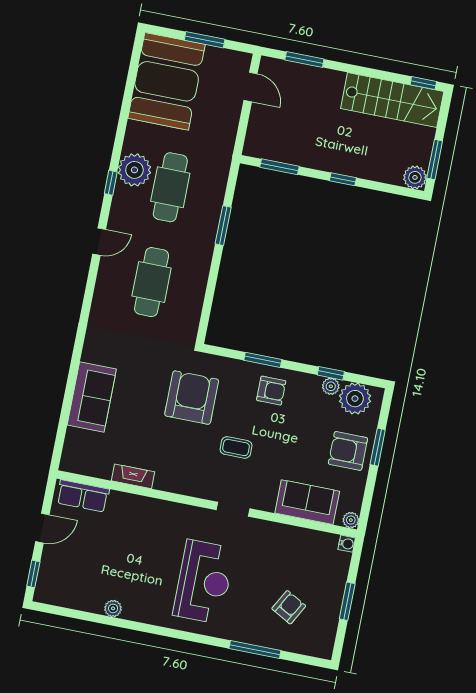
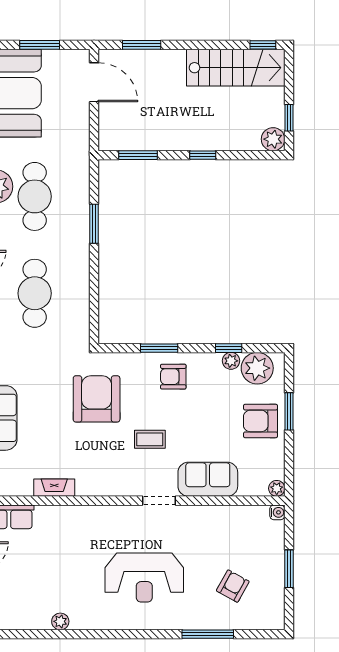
door: (251, 87) -> (94, 82), width x1.38
window: (435, 160) -> (289, 118), width x0.67
armchair: (271, 391) -> (173, 377), turned 180
sofa: (307, 502) -> (208, 479), moved
reception desk: (204, 582) -> (144, 578), turned 90

